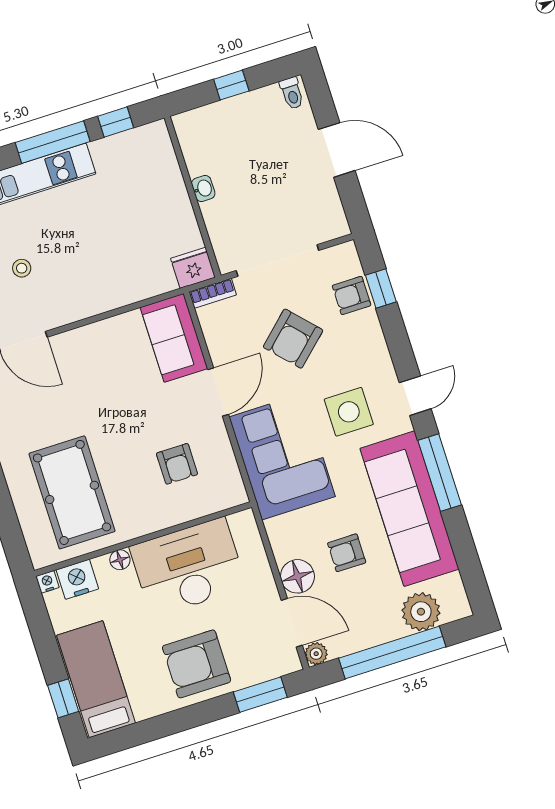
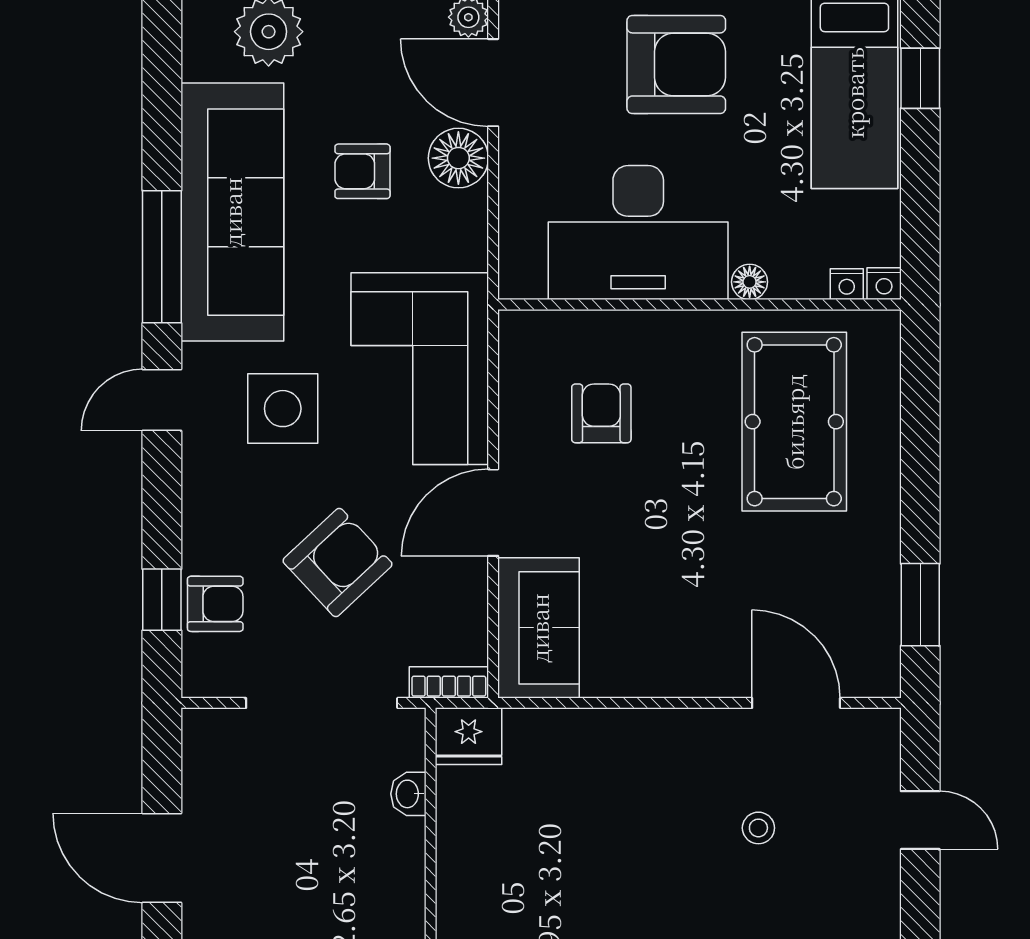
washbasin: (203, 189) -> (408, 794), moved
armchair: (347, 553) -> (362, 171), turned 180
nightstand: (77, 579) -> (847, 284), width x0.53, depth x0.56

